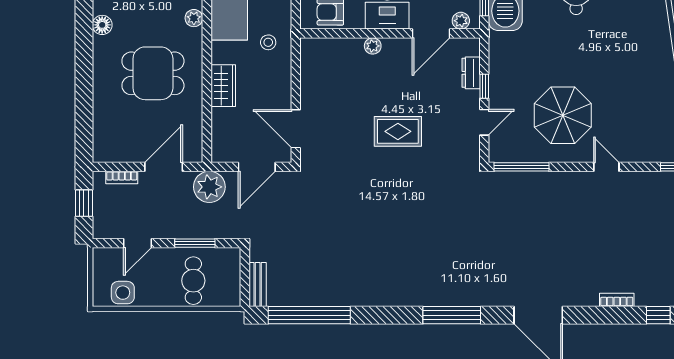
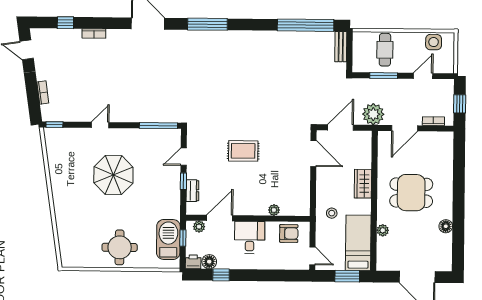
plant: (373, 46) -> (274, 210), moved
parasol: (563, 115) -> (113, 175), moved
door: (606, 167) -> (100, 125), swing flipped

